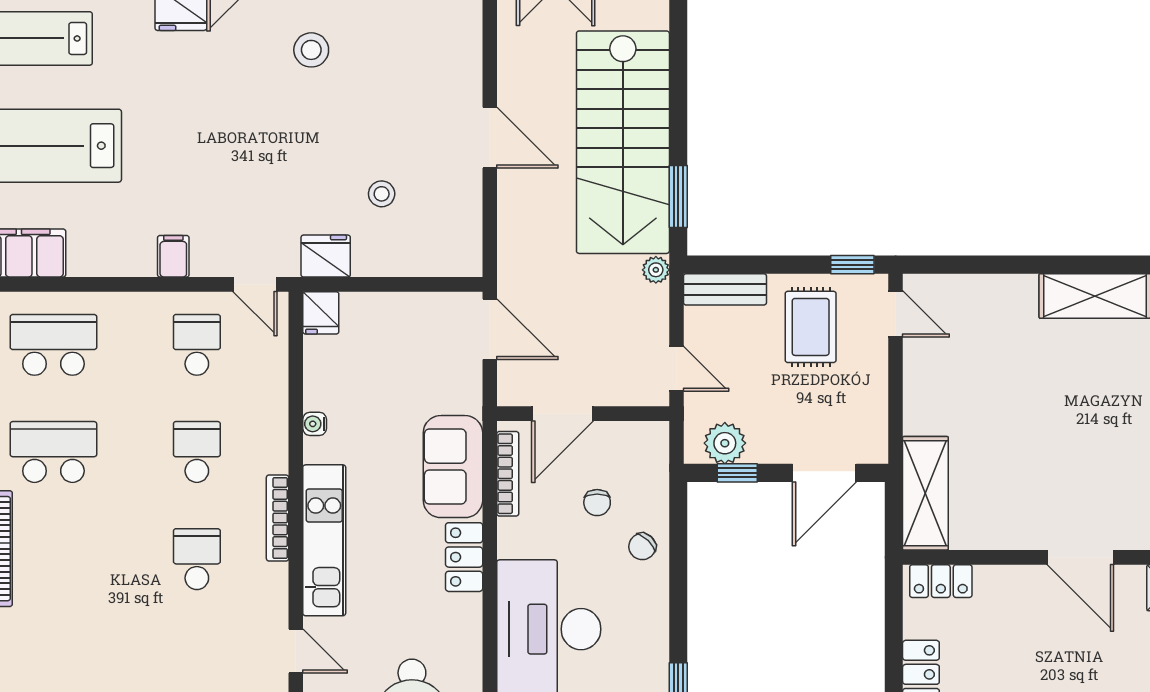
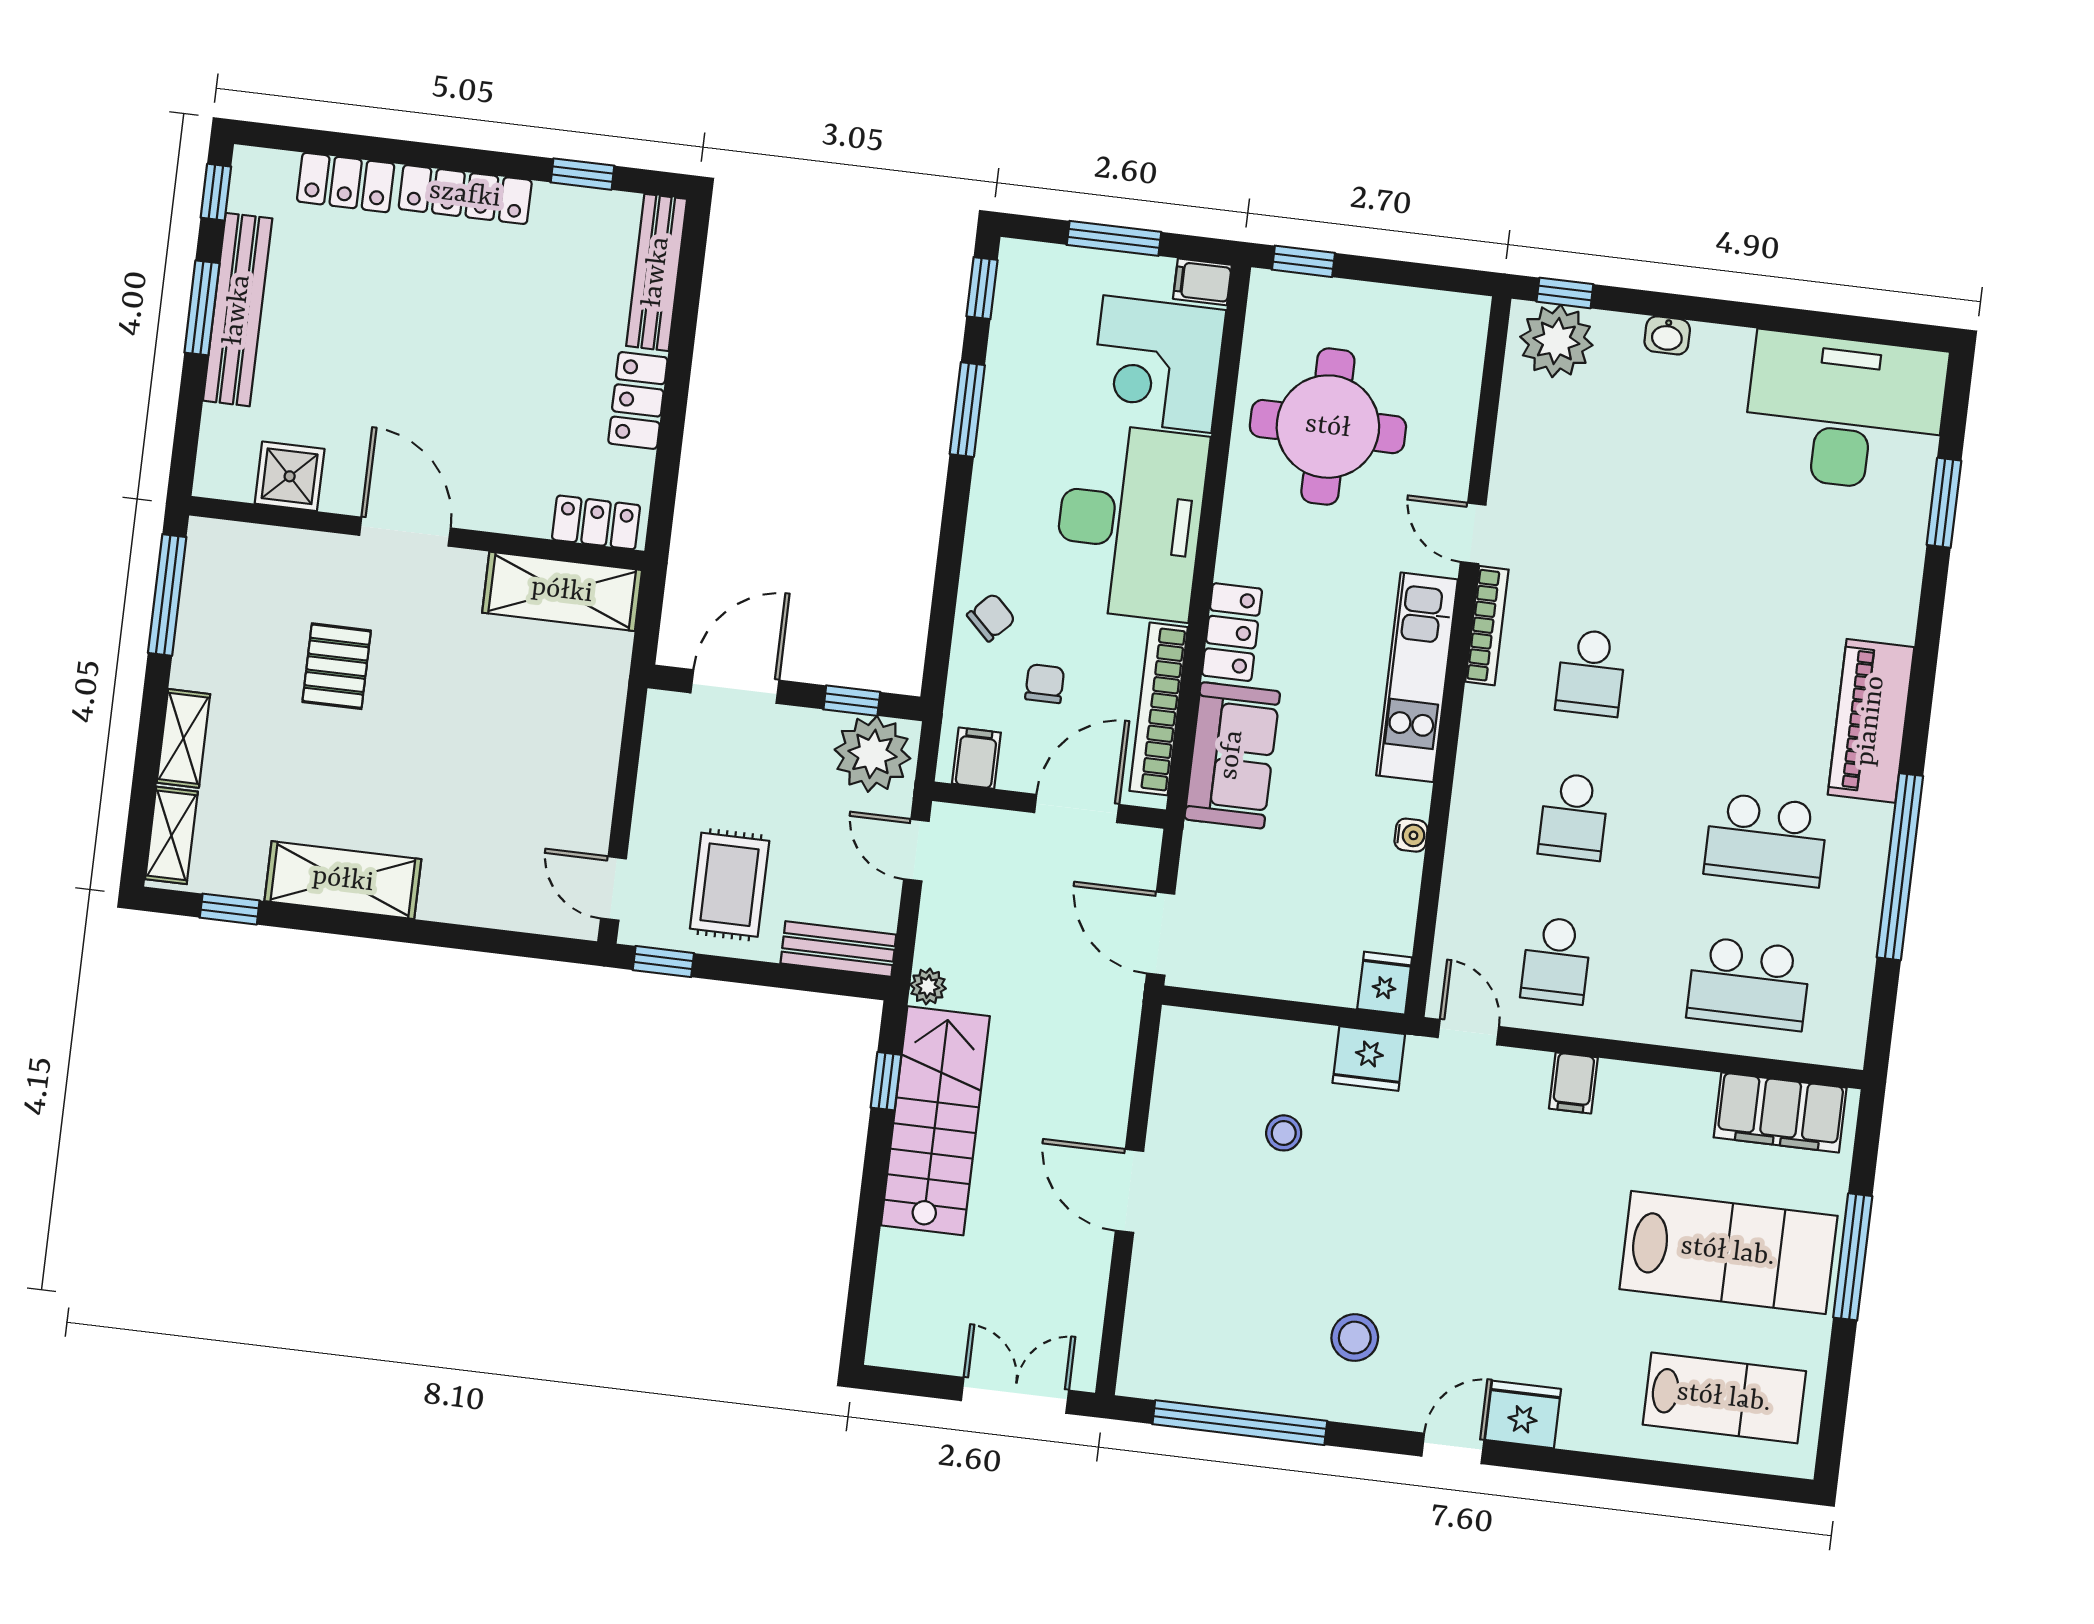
stairs: (623, 142) -> (935, 1121), width x0.73, depth x0.66
window: (678, 197) -> (886, 1081), width x0.67
filing cabinet: (641, 442) -> (976, 758), added
plant: (725, 443) -> (872, 754), width x1.36, depth x1.36
pallet: (1119, 452) -> (337, 666), added
bookcase: (508, 474) -> (1159, 709), width x1.48, depth x1.31
shelving: (925, 493) -> (562, 591), moved, turned 90
bookcase: (278, 518) -> (1487, 626), moved

